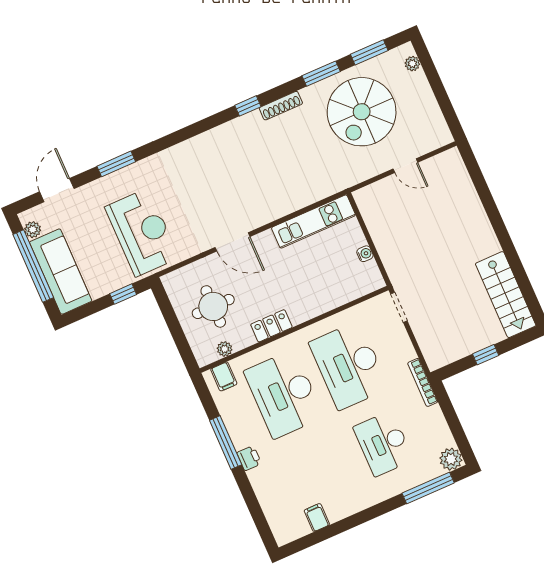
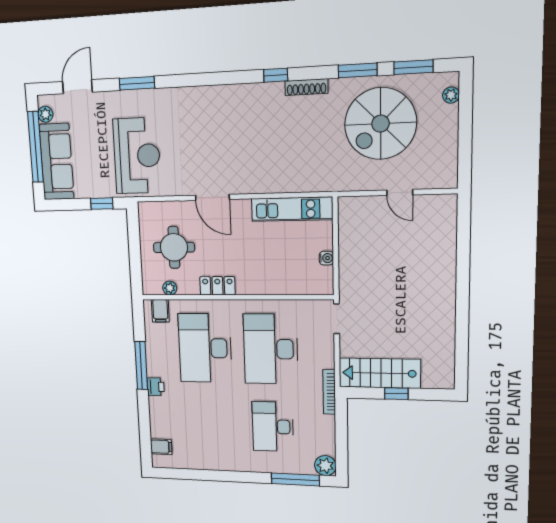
stairs: (506, 295) -> (380, 373), moved, turned 90
filing cabinet: (317, 517) -> (161, 447), moved, turned 90

